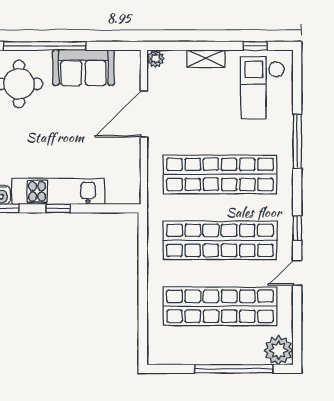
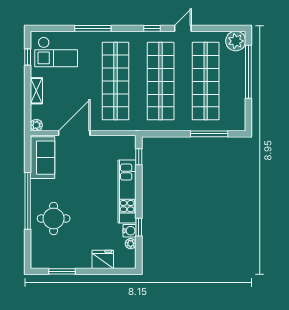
sofa: (83, 68) -> (43, 158), moved
door: (144, 114) -> (74, 133), swing flipped
window: (58, 208) -> (139, 157), moved
door: (297, 273) -> (183, 28), swing flipped
window: (143, 311) -> (209, 134), added

